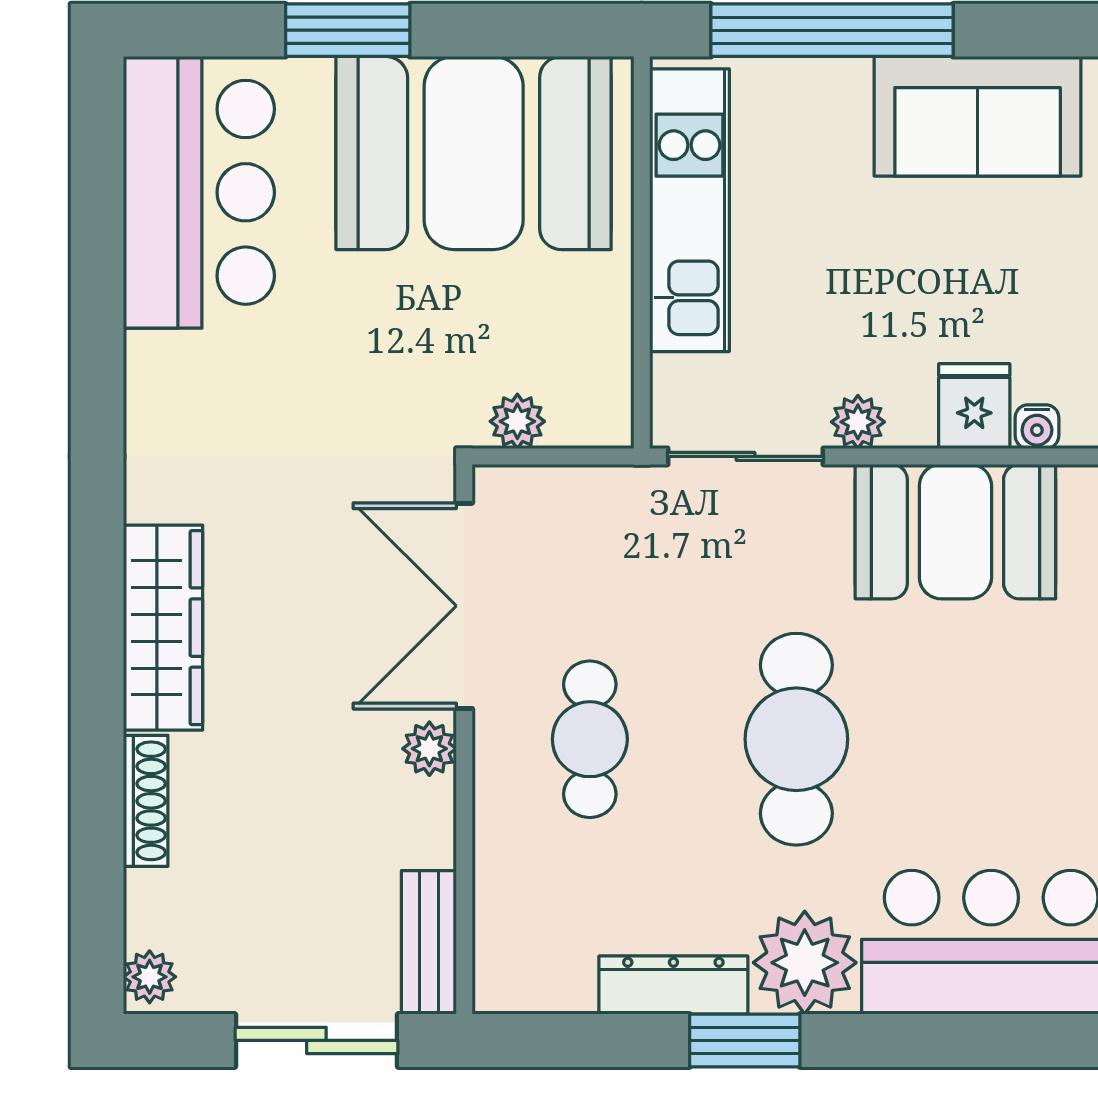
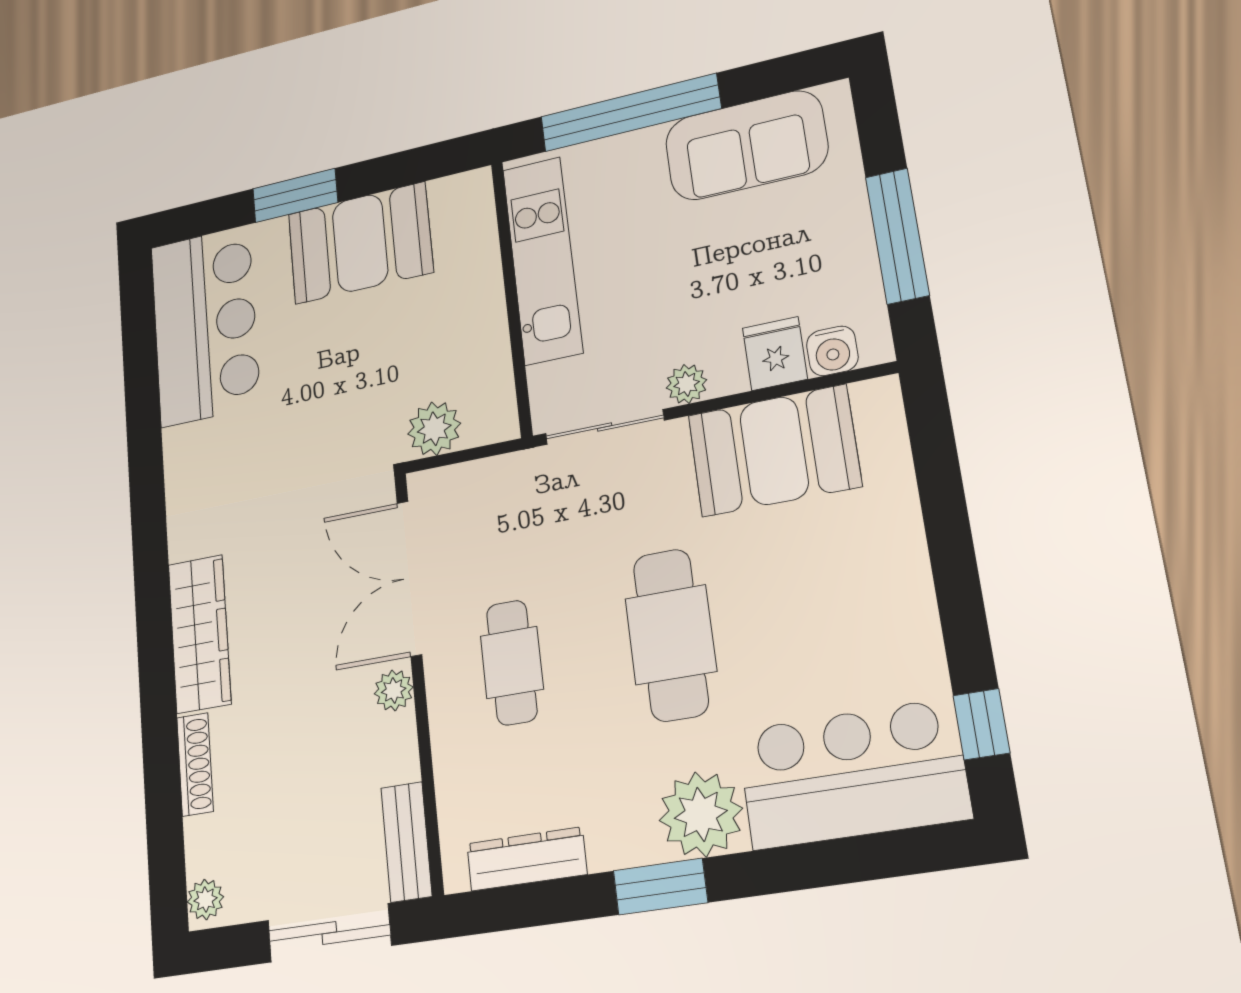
booth: (474, 153) -> (360, 243), width x0.73, depth x0.70
plant: (517, 421) -> (434, 429), width x1.38, depth x1.38
water cooler: (1037, 427) -> (832, 351), width x1.38, depth x1.38
dresser: (673, 985) -> (527, 859), moved

